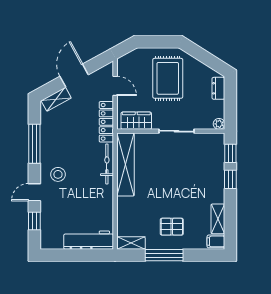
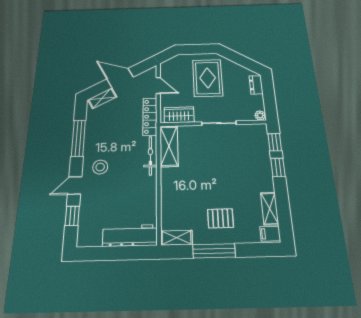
door: (74, 76) -> (120, 78), hinge flipped
shelving: (125, 165) -> (169, 146), width x0.68

